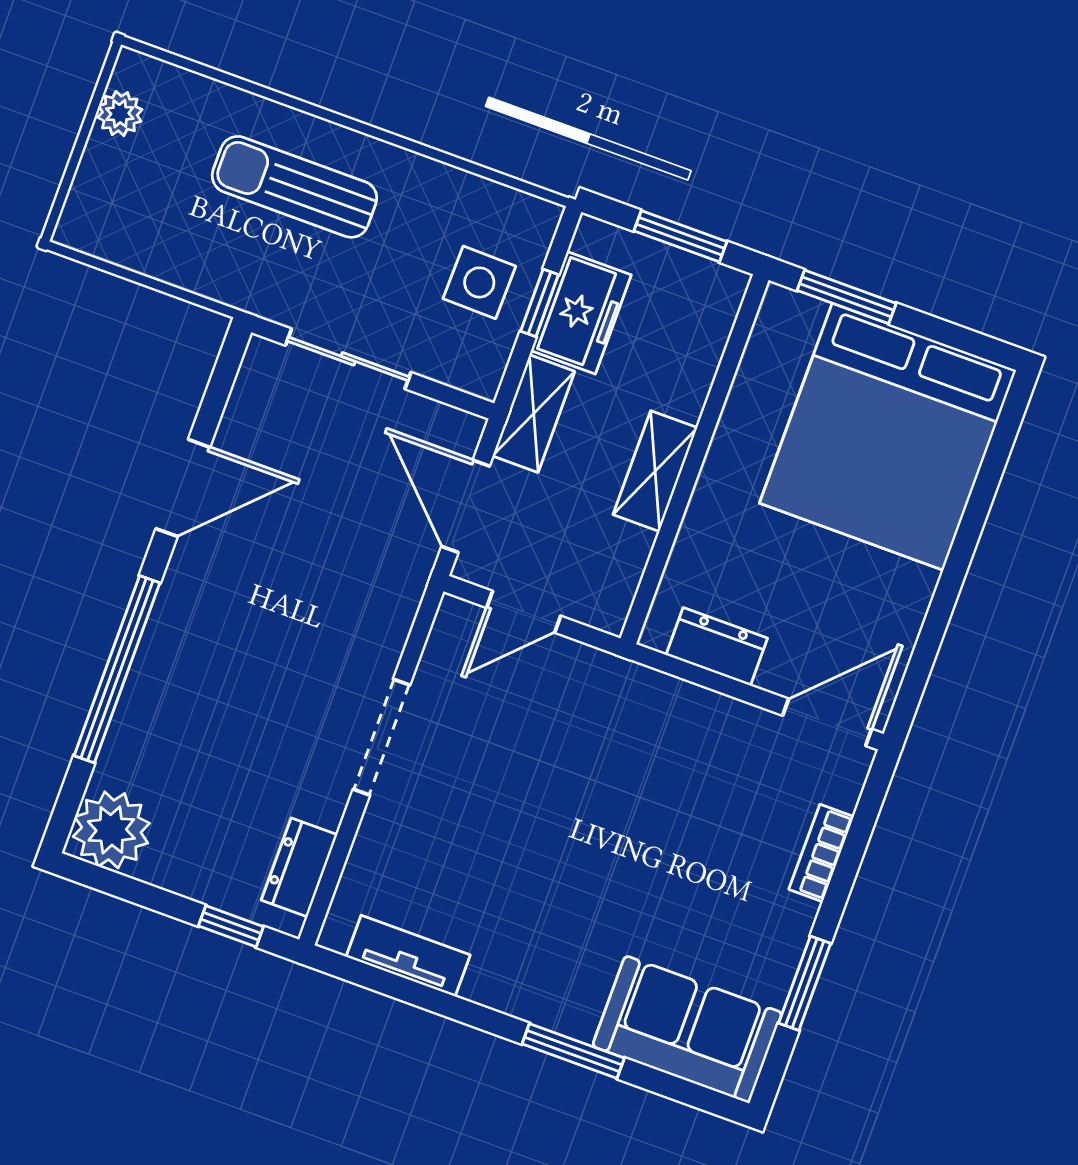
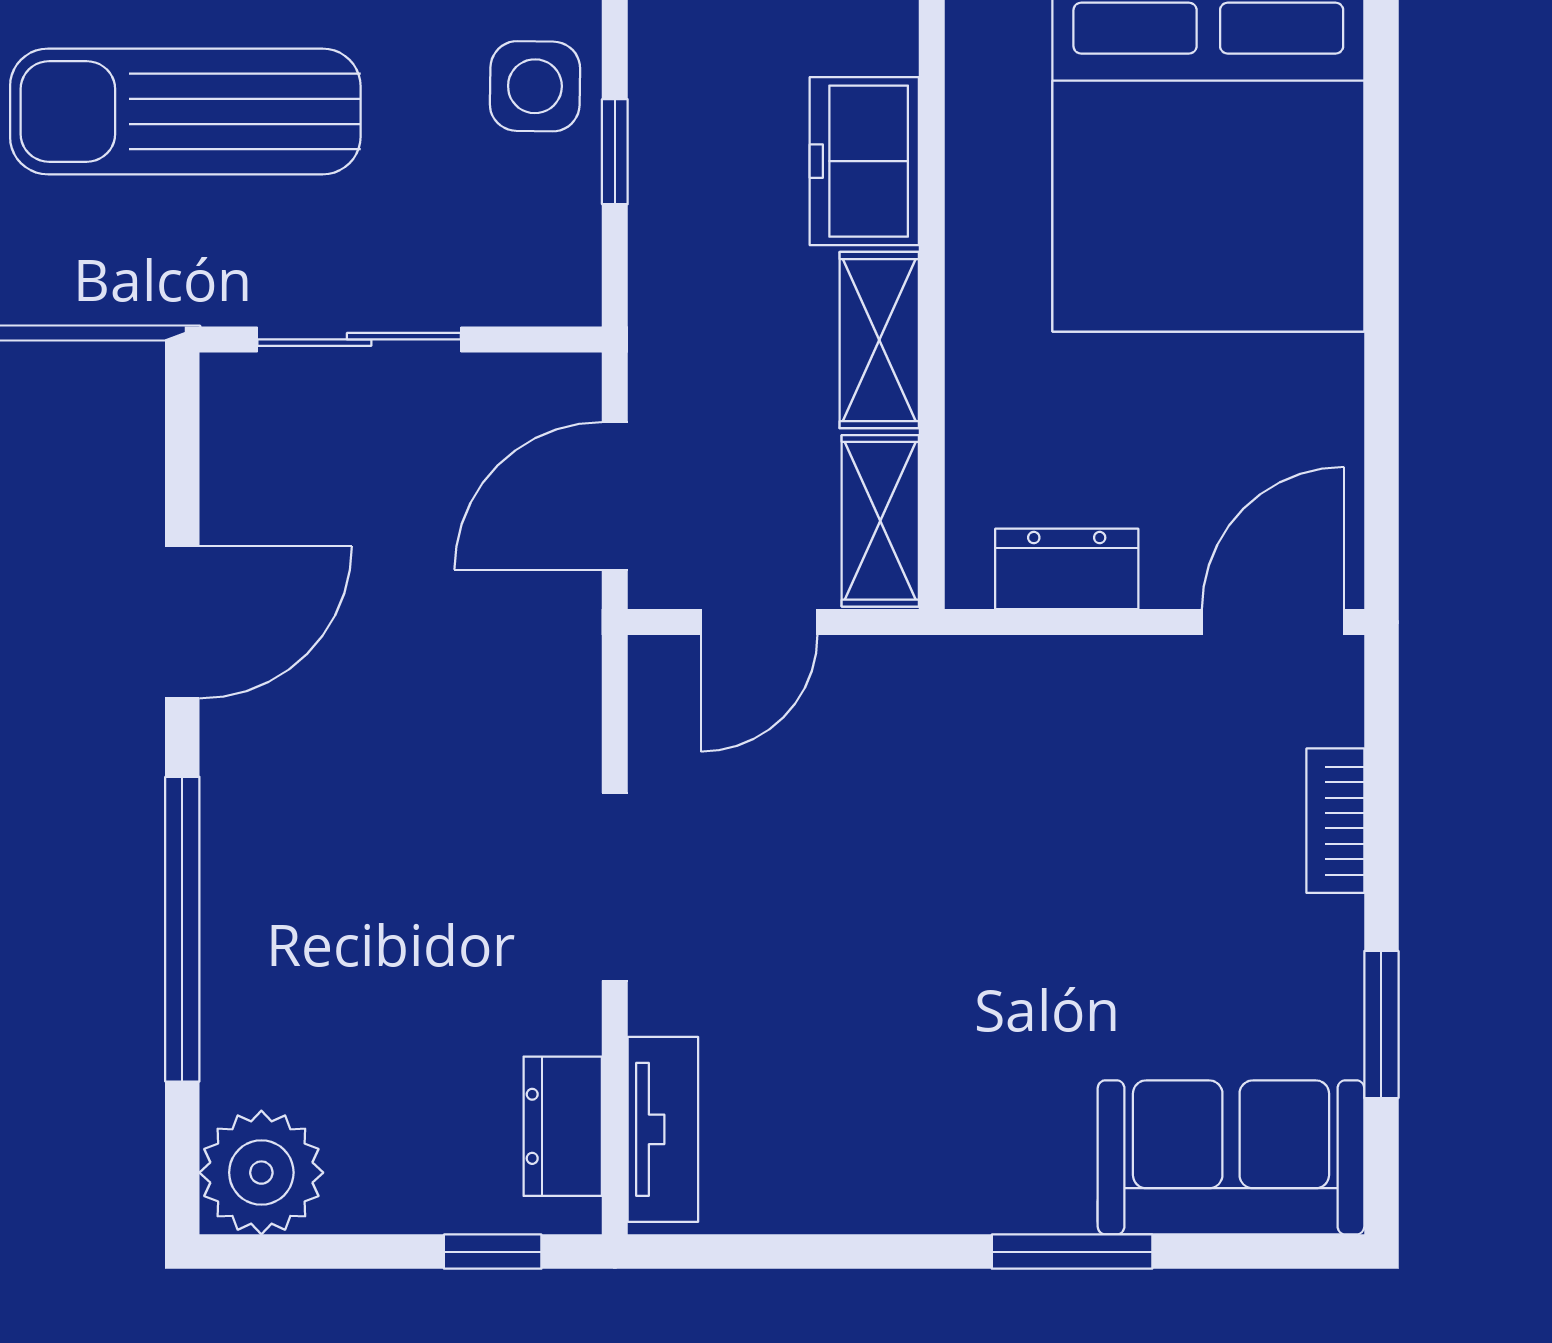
sun lounger: (294, 187) -> (185, 111), width x1.36, depth x1.34
side table: (479, 282) -> (535, 86), moved
freezer: (581, 313) -> (864, 161), moved, turned 180
shelving: (534, 414) -> (880, 521), moved
door: (466, 506) -> (615, 496), hinge flipped
tv unit: (408, 956) -> (663, 1129), moved, turned 90

